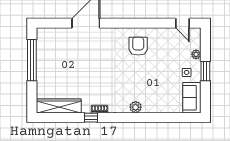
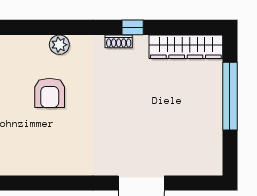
armchair: (138, 46) -> (50, 93), moved
window: (32, 60) -> (230, 96), moved

